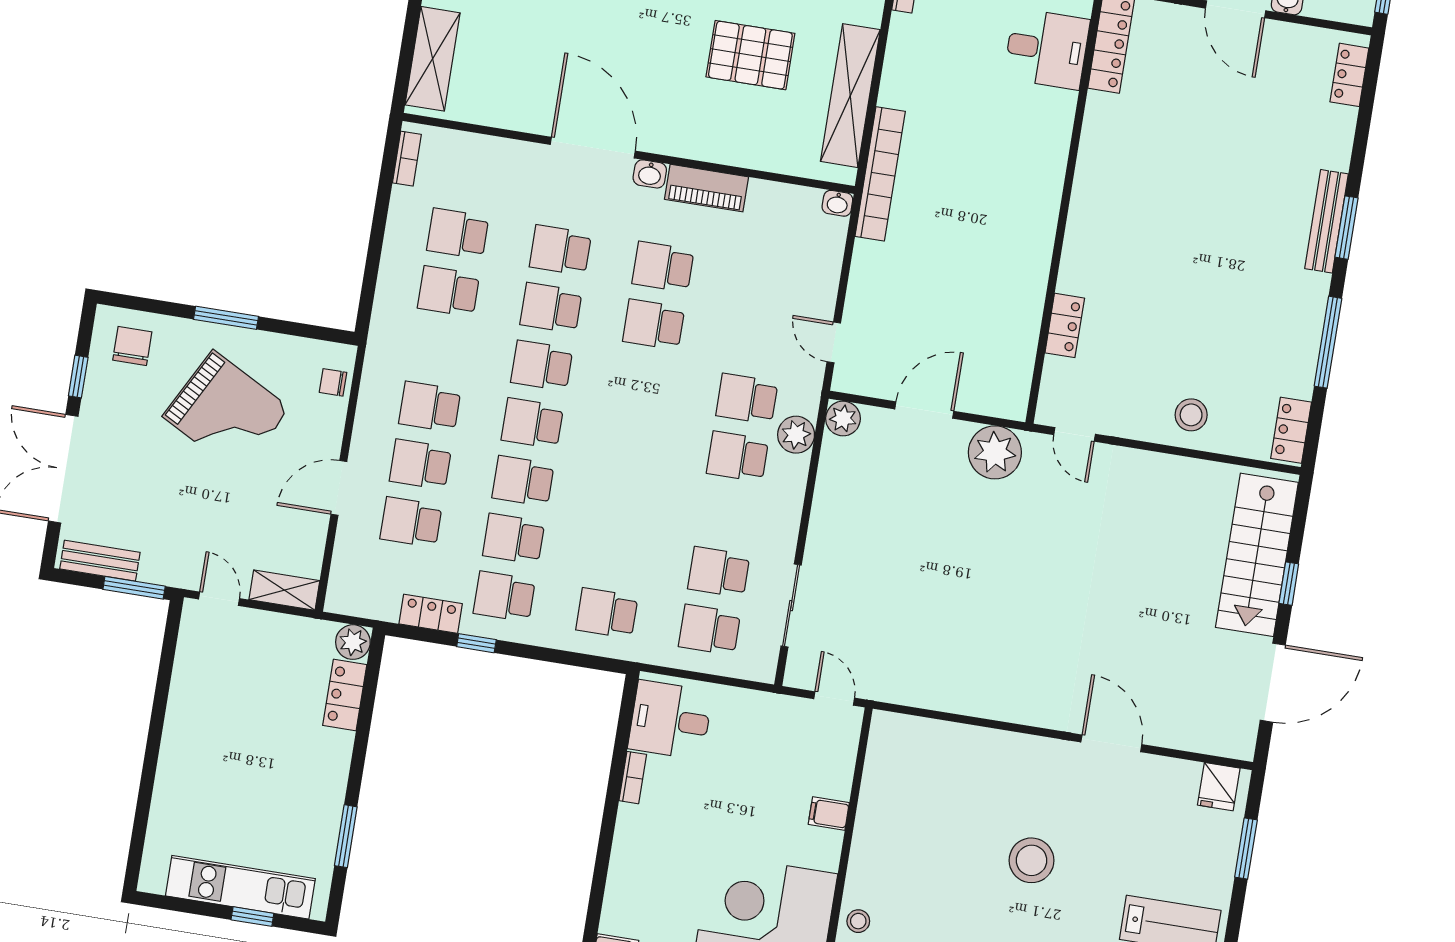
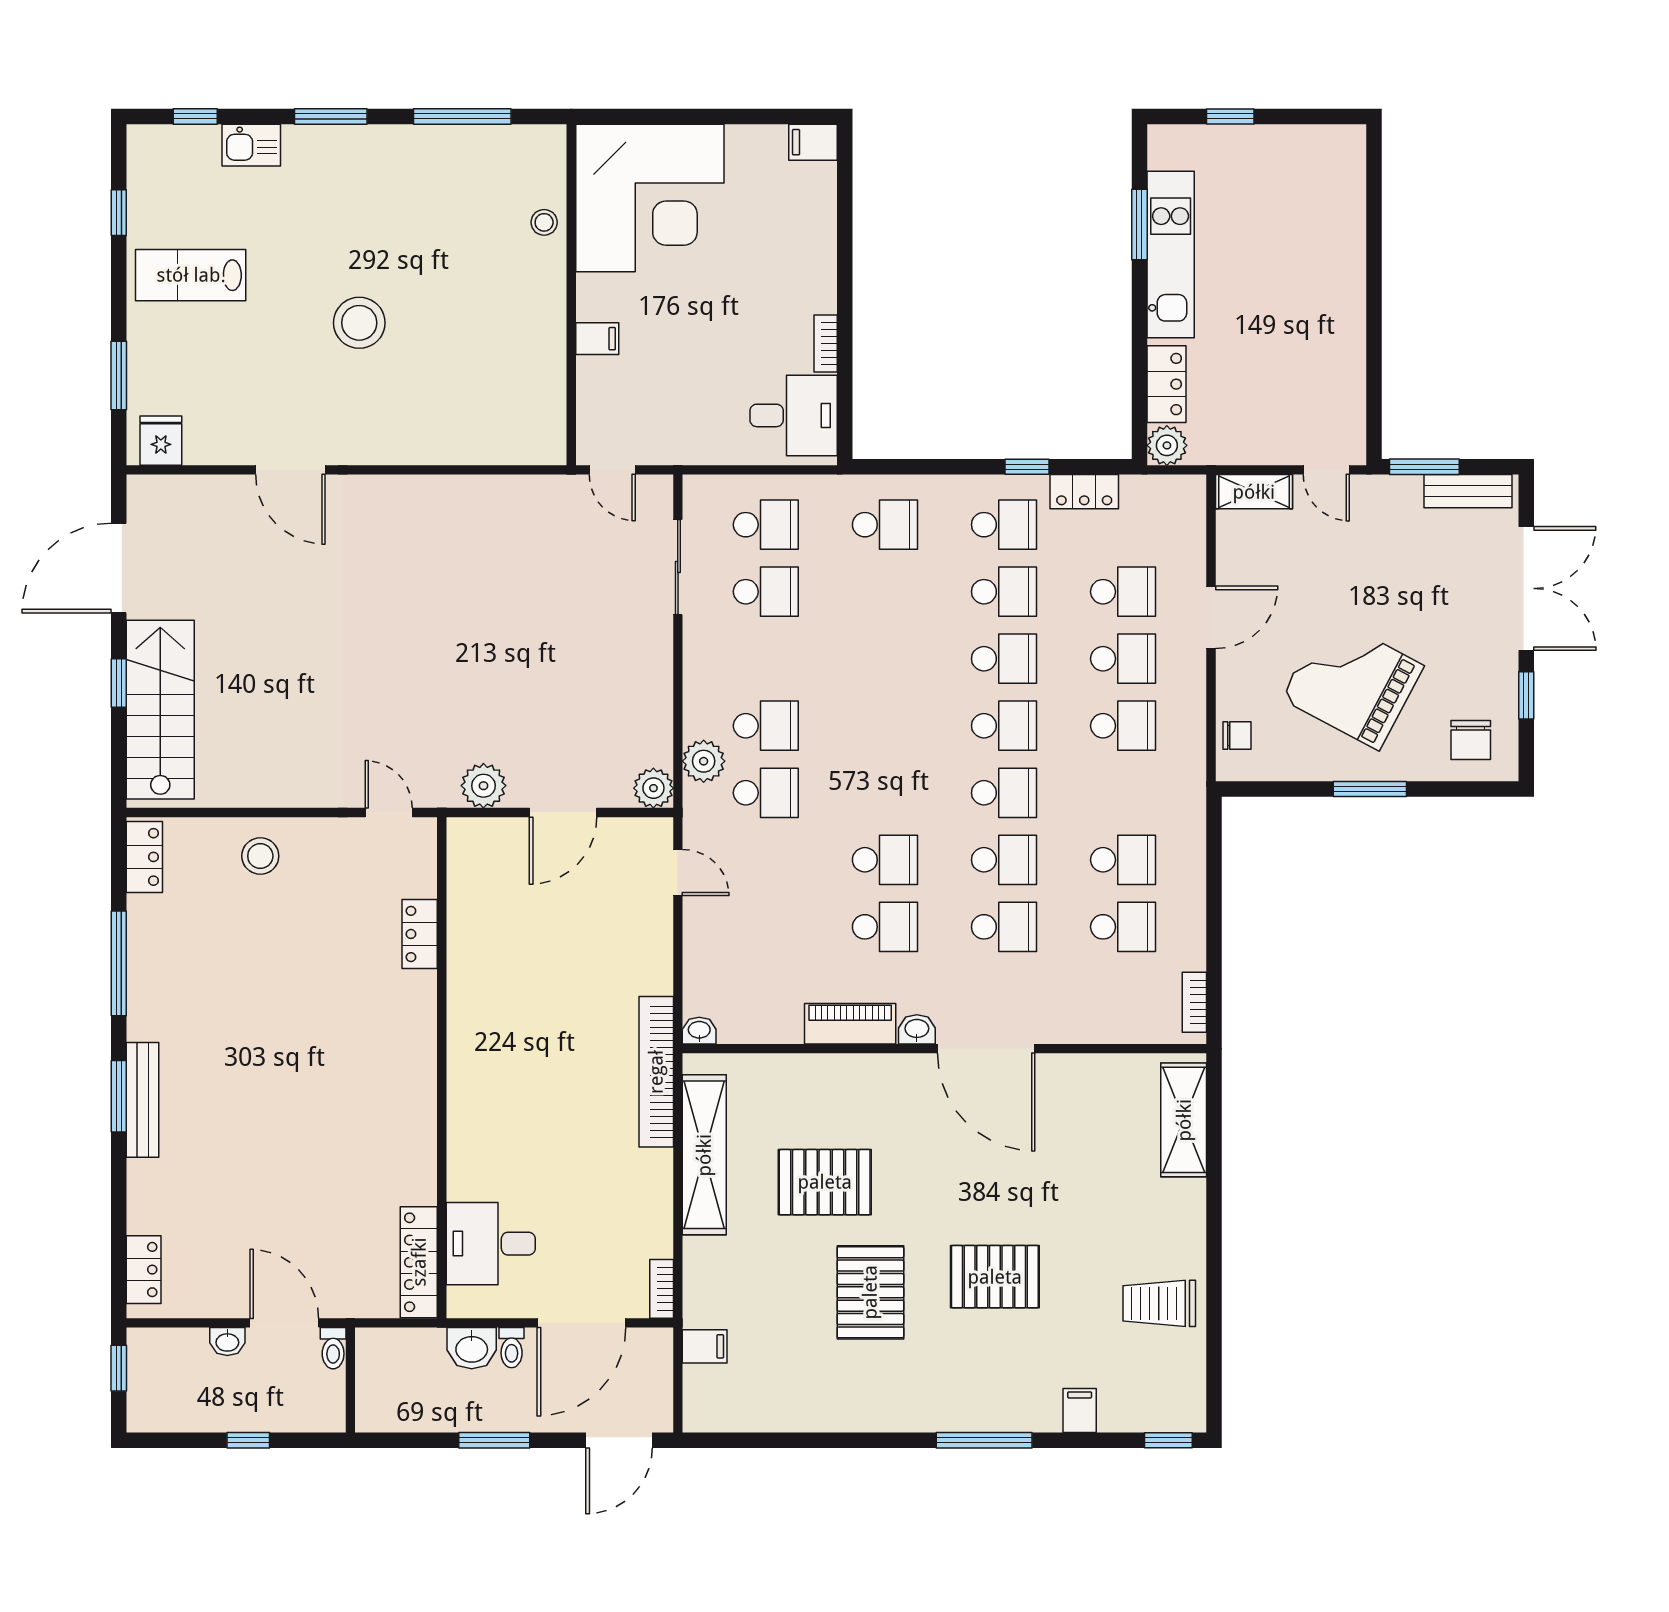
plant: (995, 452) -> (483, 786), width x0.73, depth x0.73
kitchen unit: (240, 887) -> (1171, 254), moved, turned -90

